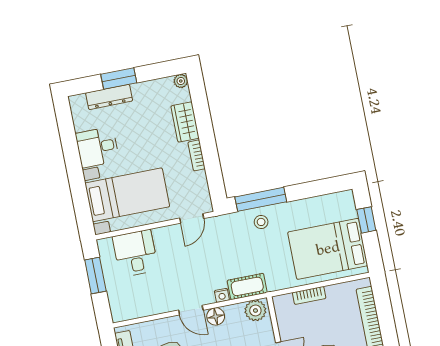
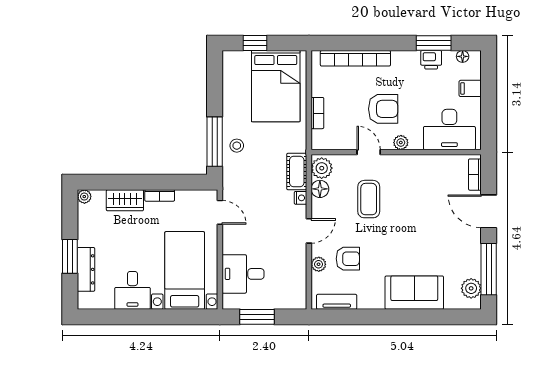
floor lamp: (216, 316) -> (320, 189), moved
plant: (160, 326) -> (319, 264), added

